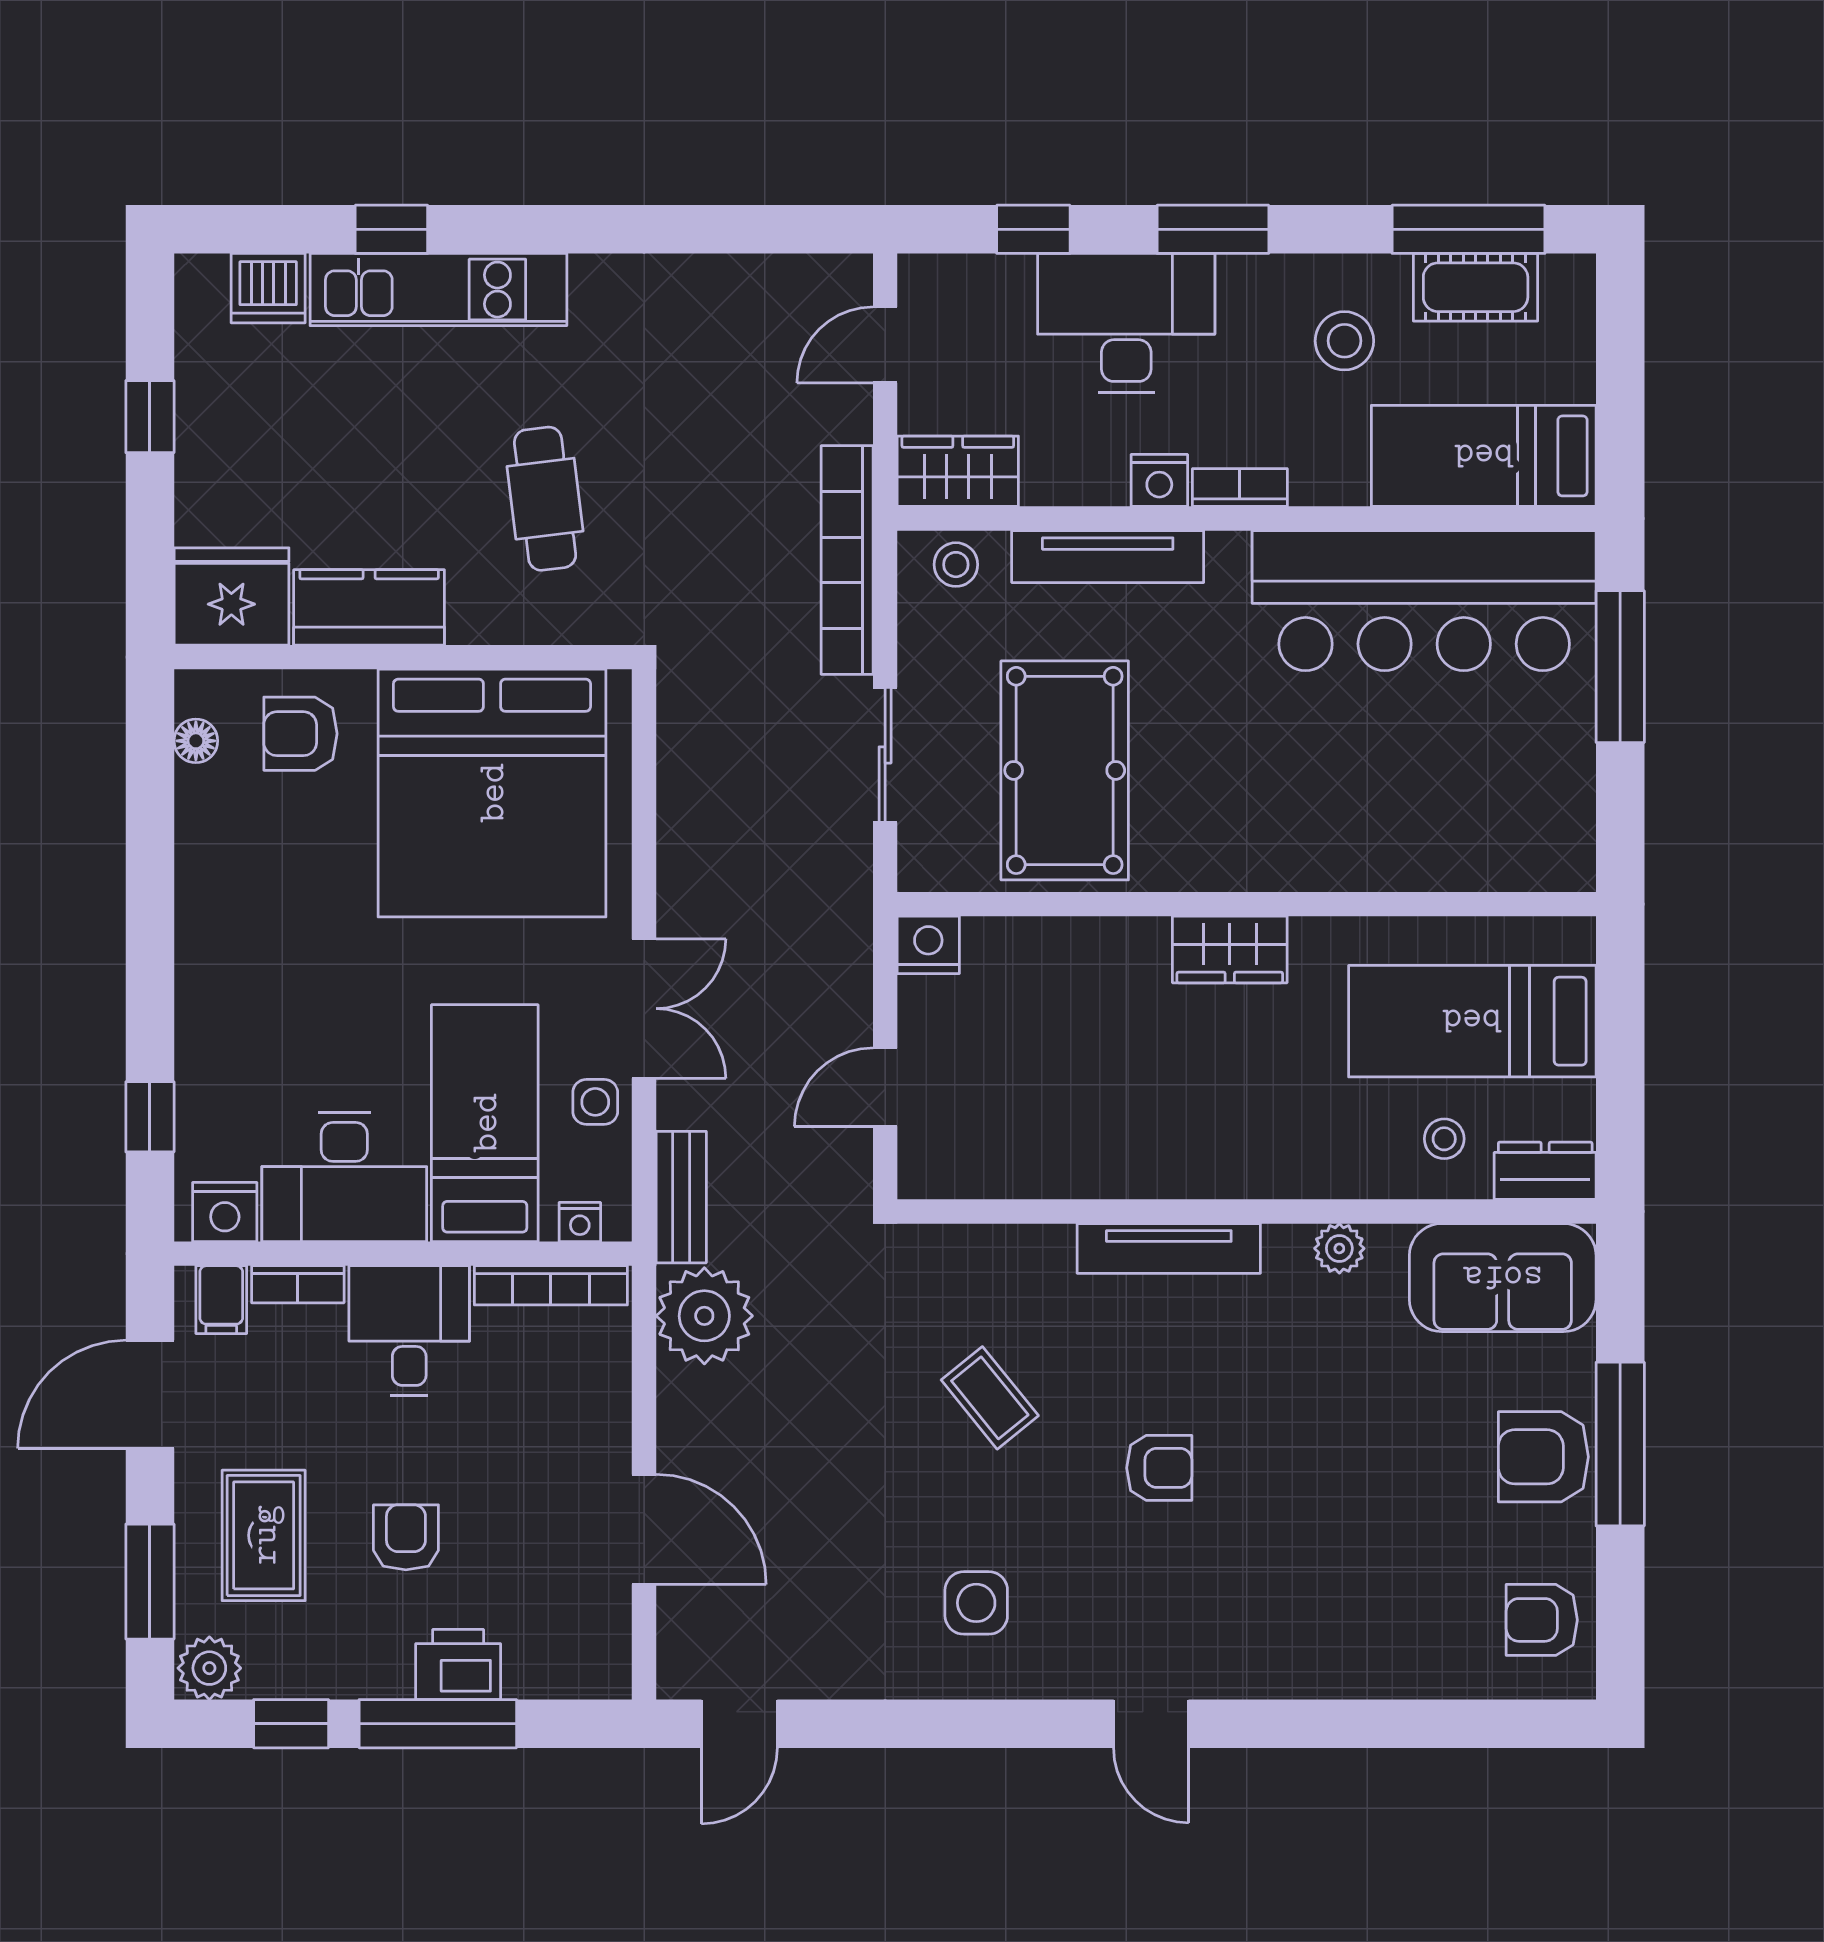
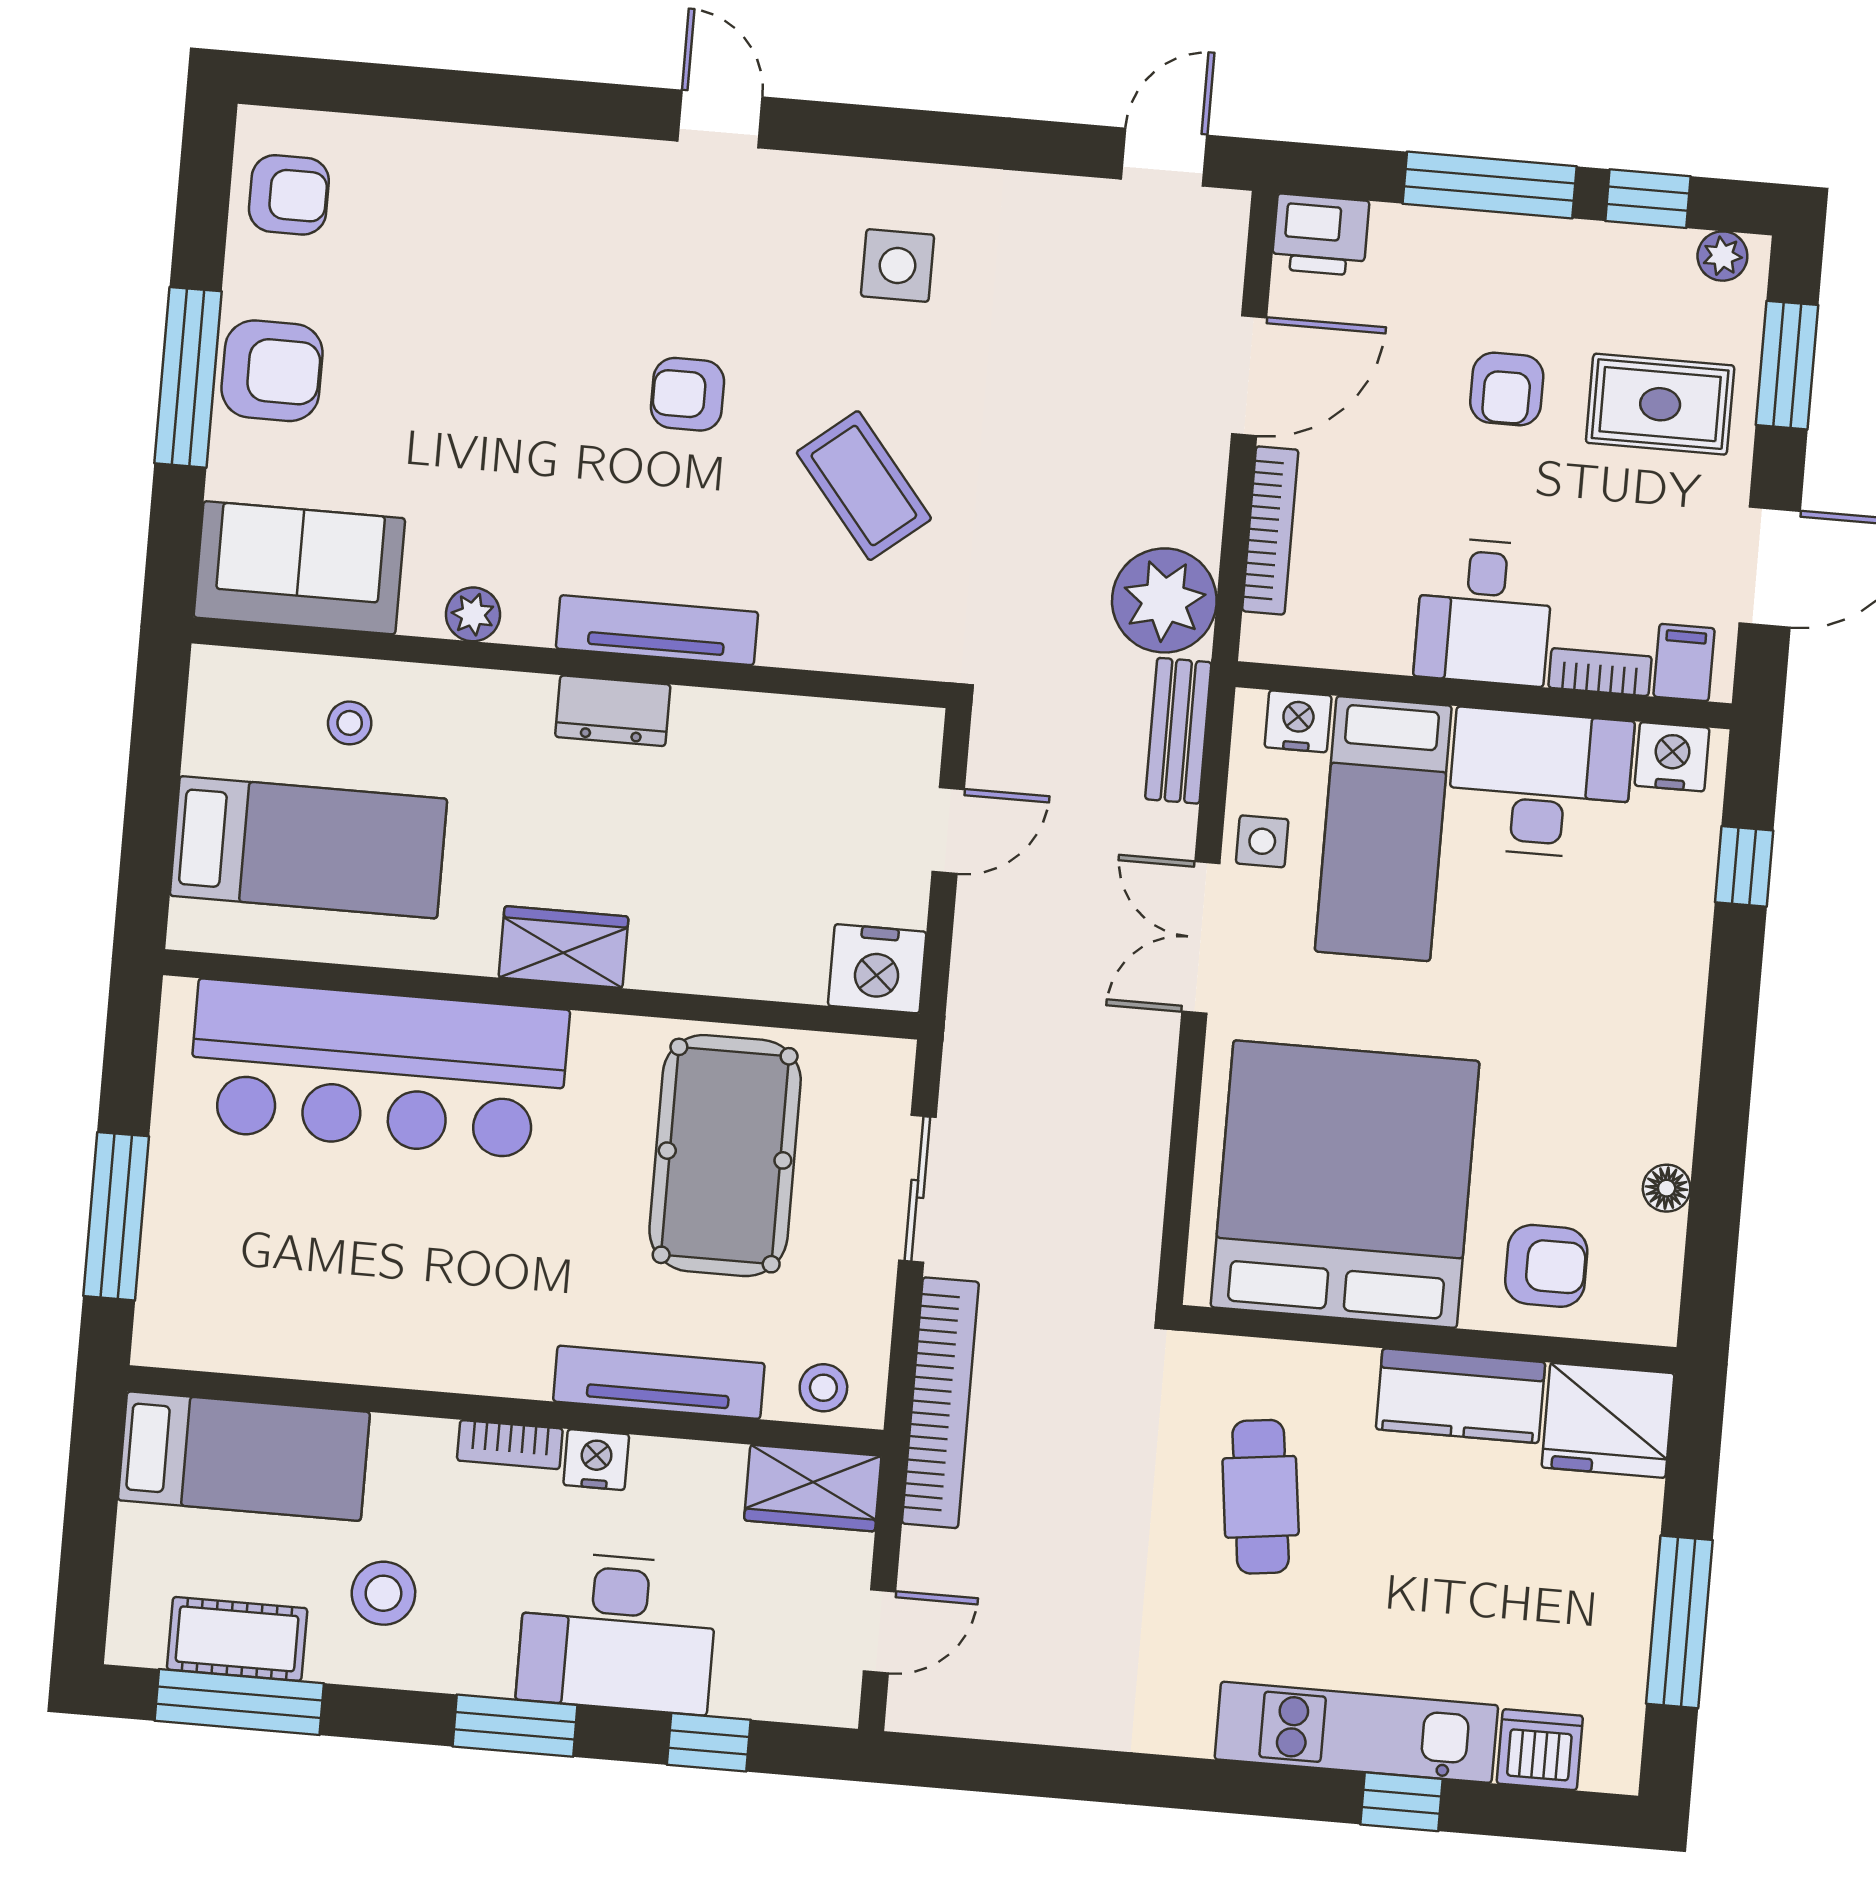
window: (150, 417) -> (1679, 1622), width x2.17
bar counter: (1424, 601) -> (378, 1070), moved, turned 180
floor lamp: (196, 741) -> (1667, 1188), moved
nightstand: (928, 945) -> (877, 969), width x1.36, depth x1.33
dresser: (1545, 1171) -> (613, 711), moved
nightstand: (580, 1222) -> (1298, 721), width x1.39, depth x1.35
bookcase: (551, 1285) -> (1270, 530), moved, turned 90
coffee table: (990, 1398) -> (864, 486), width x1.36, depth x1.30
door: (644, 1529) -> (1249, 376), swing flipped
rug: (264, 1535) -> (1660, 404), turned 90
printer: (458, 1665) -> (1320, 235), moved
plant: (209, 1668) -> (1722, 256), width x0.73, depth x0.73

